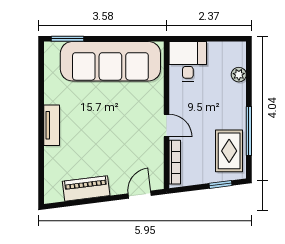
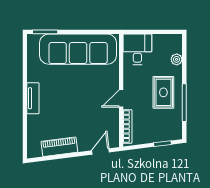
door: (167, 126) -> (121, 98), swing flipped
rug: (229, 151) -> (163, 92), moved

